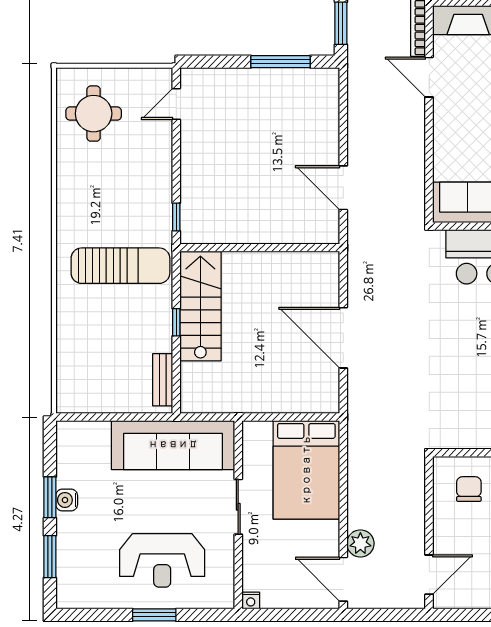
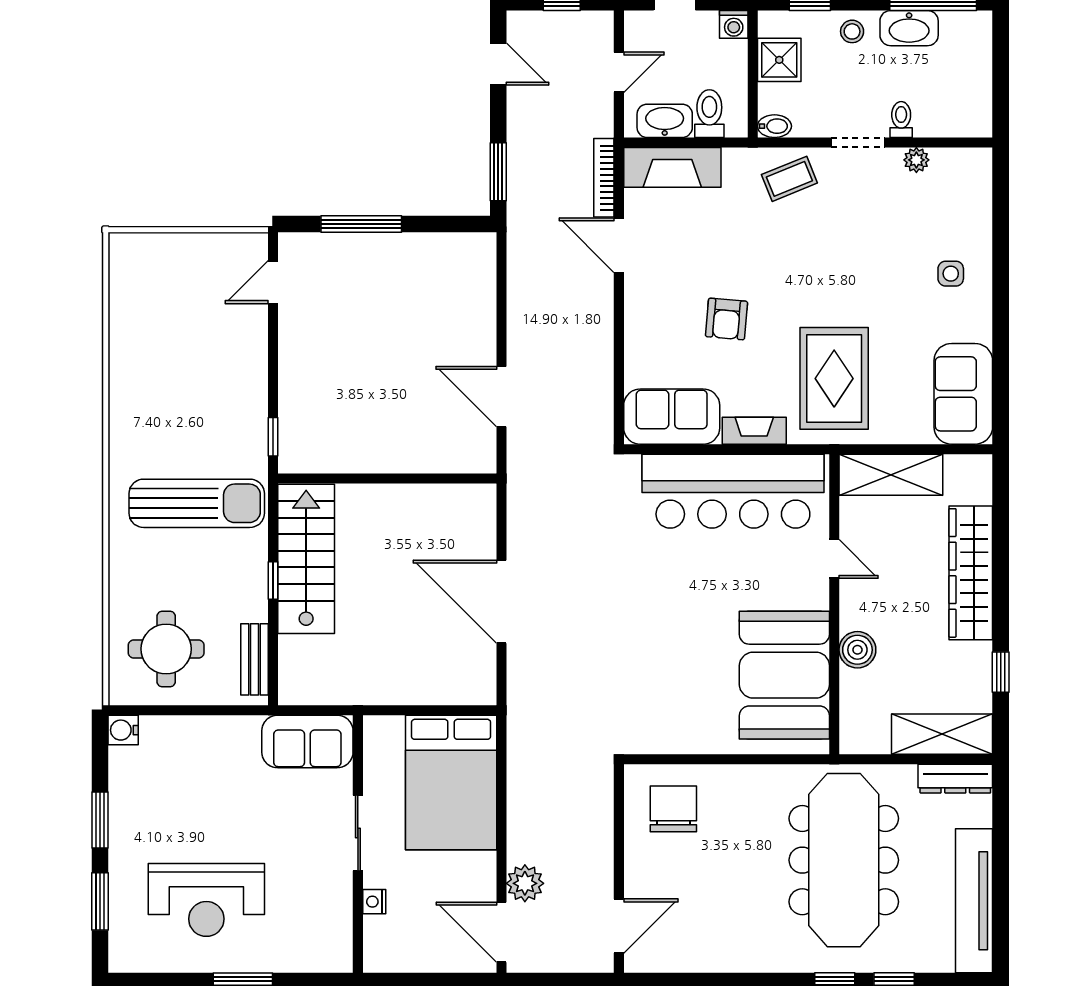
window: (280, 62) -> (361, 224), moved
round table: (94, 114) -> (166, 649), moved
sofa: (173, 445) -> (307, 742), width x0.54, depth x0.79
chair: (469, 489) -> (673, 809), width x1.37, depth x1.37
water cooler: (67, 500) -> (123, 730), moved
reception desk: (162, 560) -> (206, 900), moved
nightstand: (251, 601) -> (374, 902), moved, turned 90

